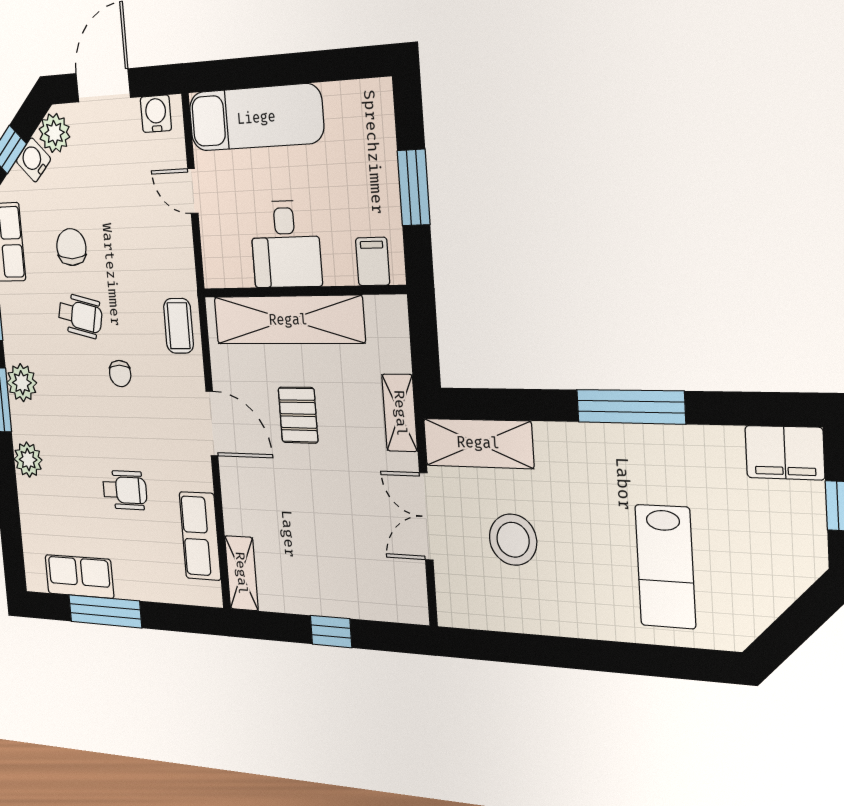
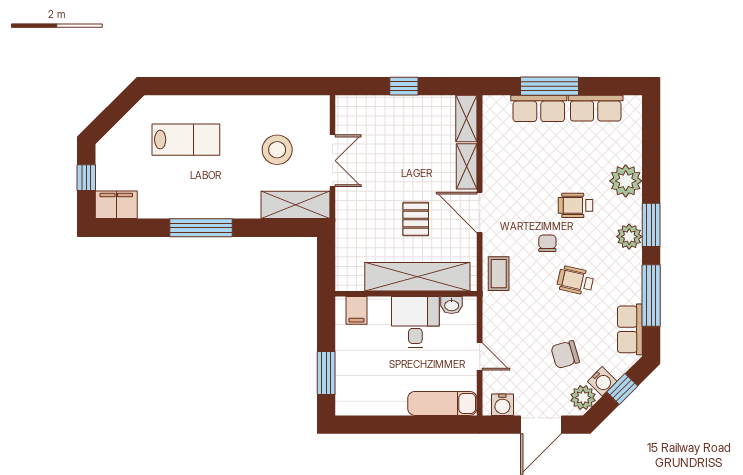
exam couch: (256, 118) -> (442, 403), width x0.73, depth x0.69
window: (414, 188) -> (326, 373), moved
chair: (71, 247) -> (565, 354), moved, turned 74
washbasin: (237, 274) -> (452, 305), added
shelving: (400, 413) -> (467, 166), moved
plant: (28, 460) -> (626, 181), width x1.36, depth x1.36
wheelchair: (125, 490) -> (576, 205), moved
row of seats: (200, 536) -> (539, 108), moved, turned 90
lab bench: (665, 567) -> (186, 140), turned 90
window: (105, 611) -> (550, 86), moved

